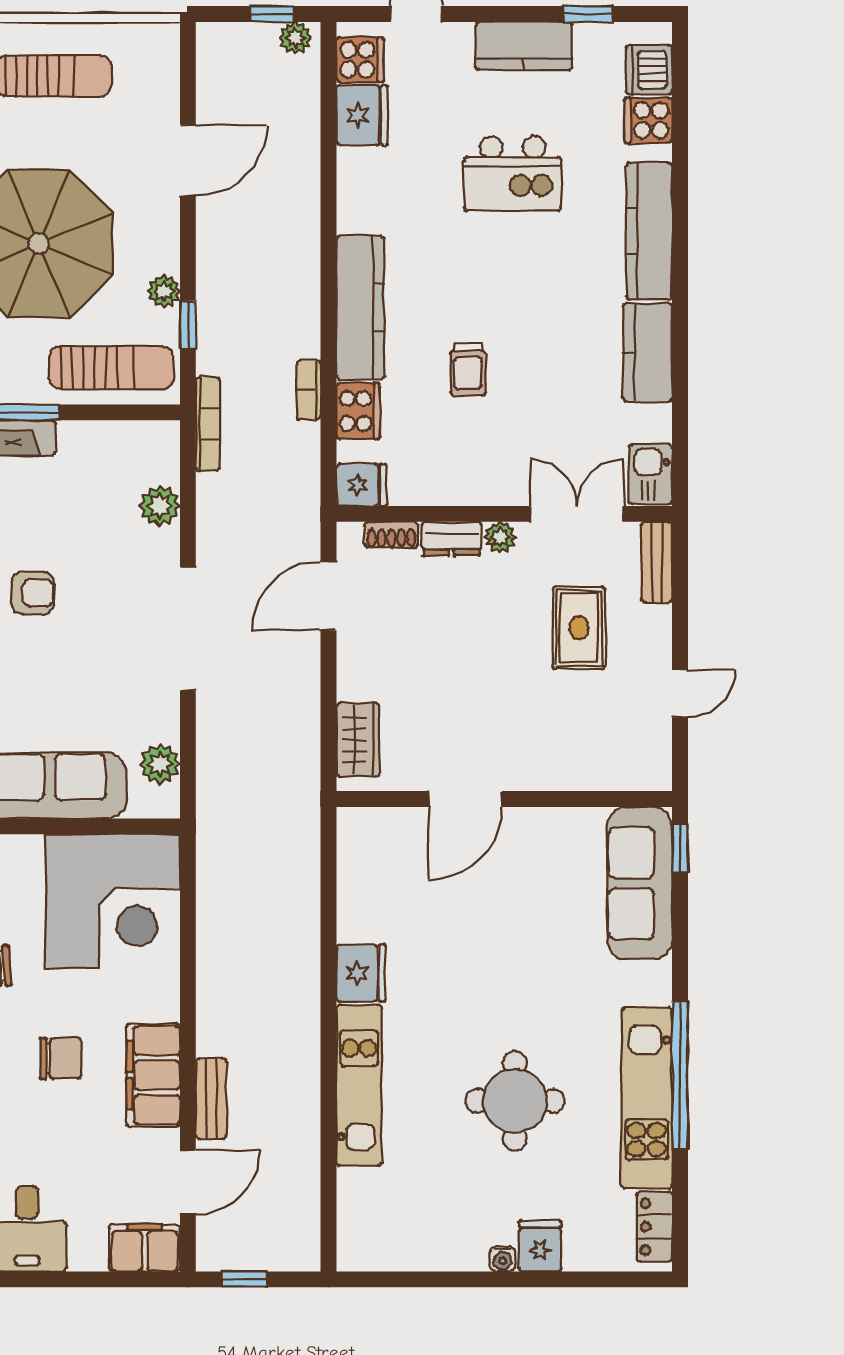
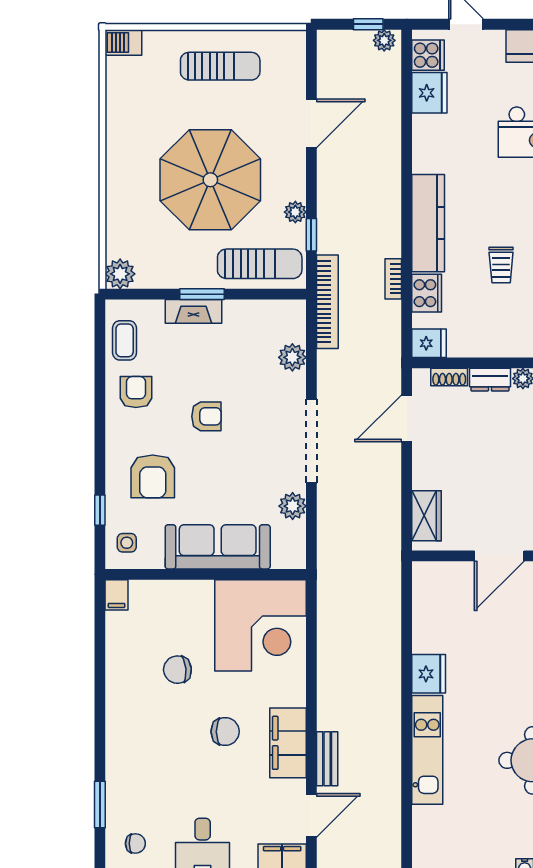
bookcase: (208, 424) -> (327, 302), width x1.48, depth x1.31
plant: (160, 764) -> (293, 506), moved

